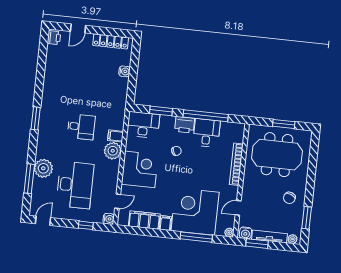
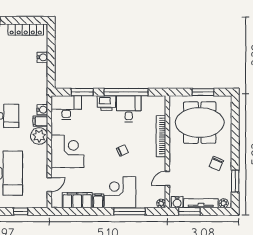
chair: (176, 151) -> (122, 150), moved
corner desk: (195, 211) -> (120, 192), width x0.74, depth x0.74
water cooler: (109, 219) -> (42, 110), moved

